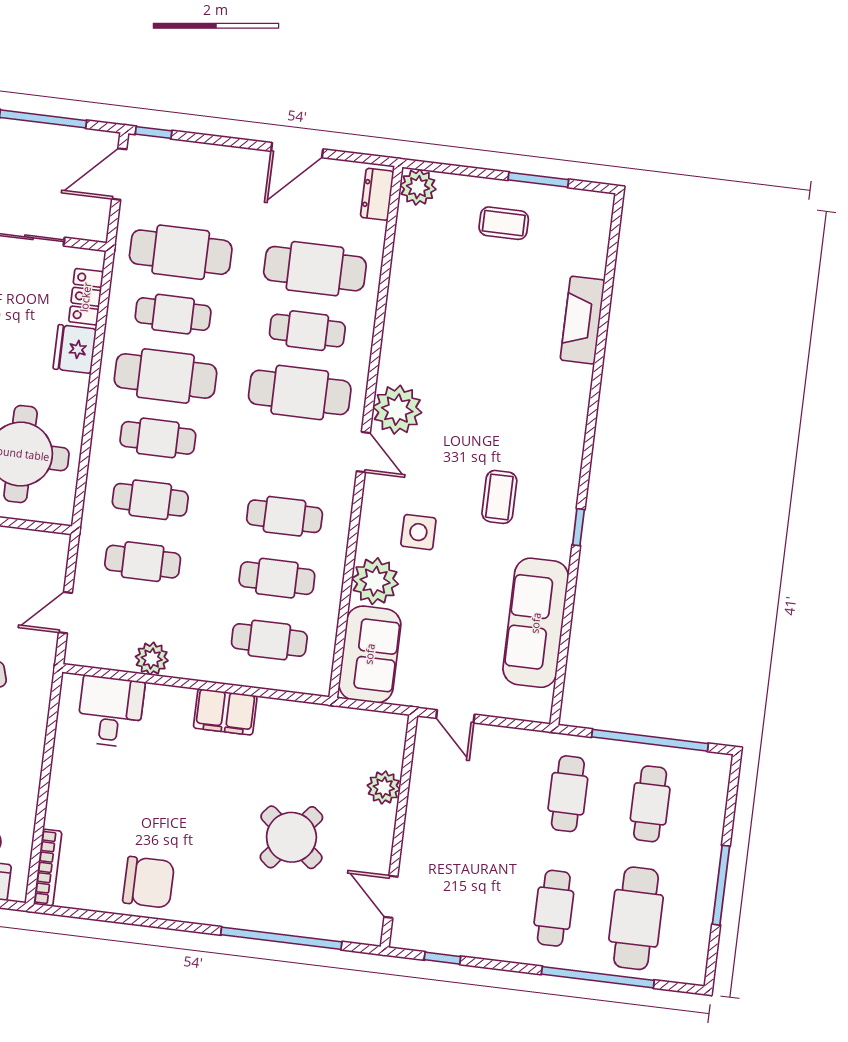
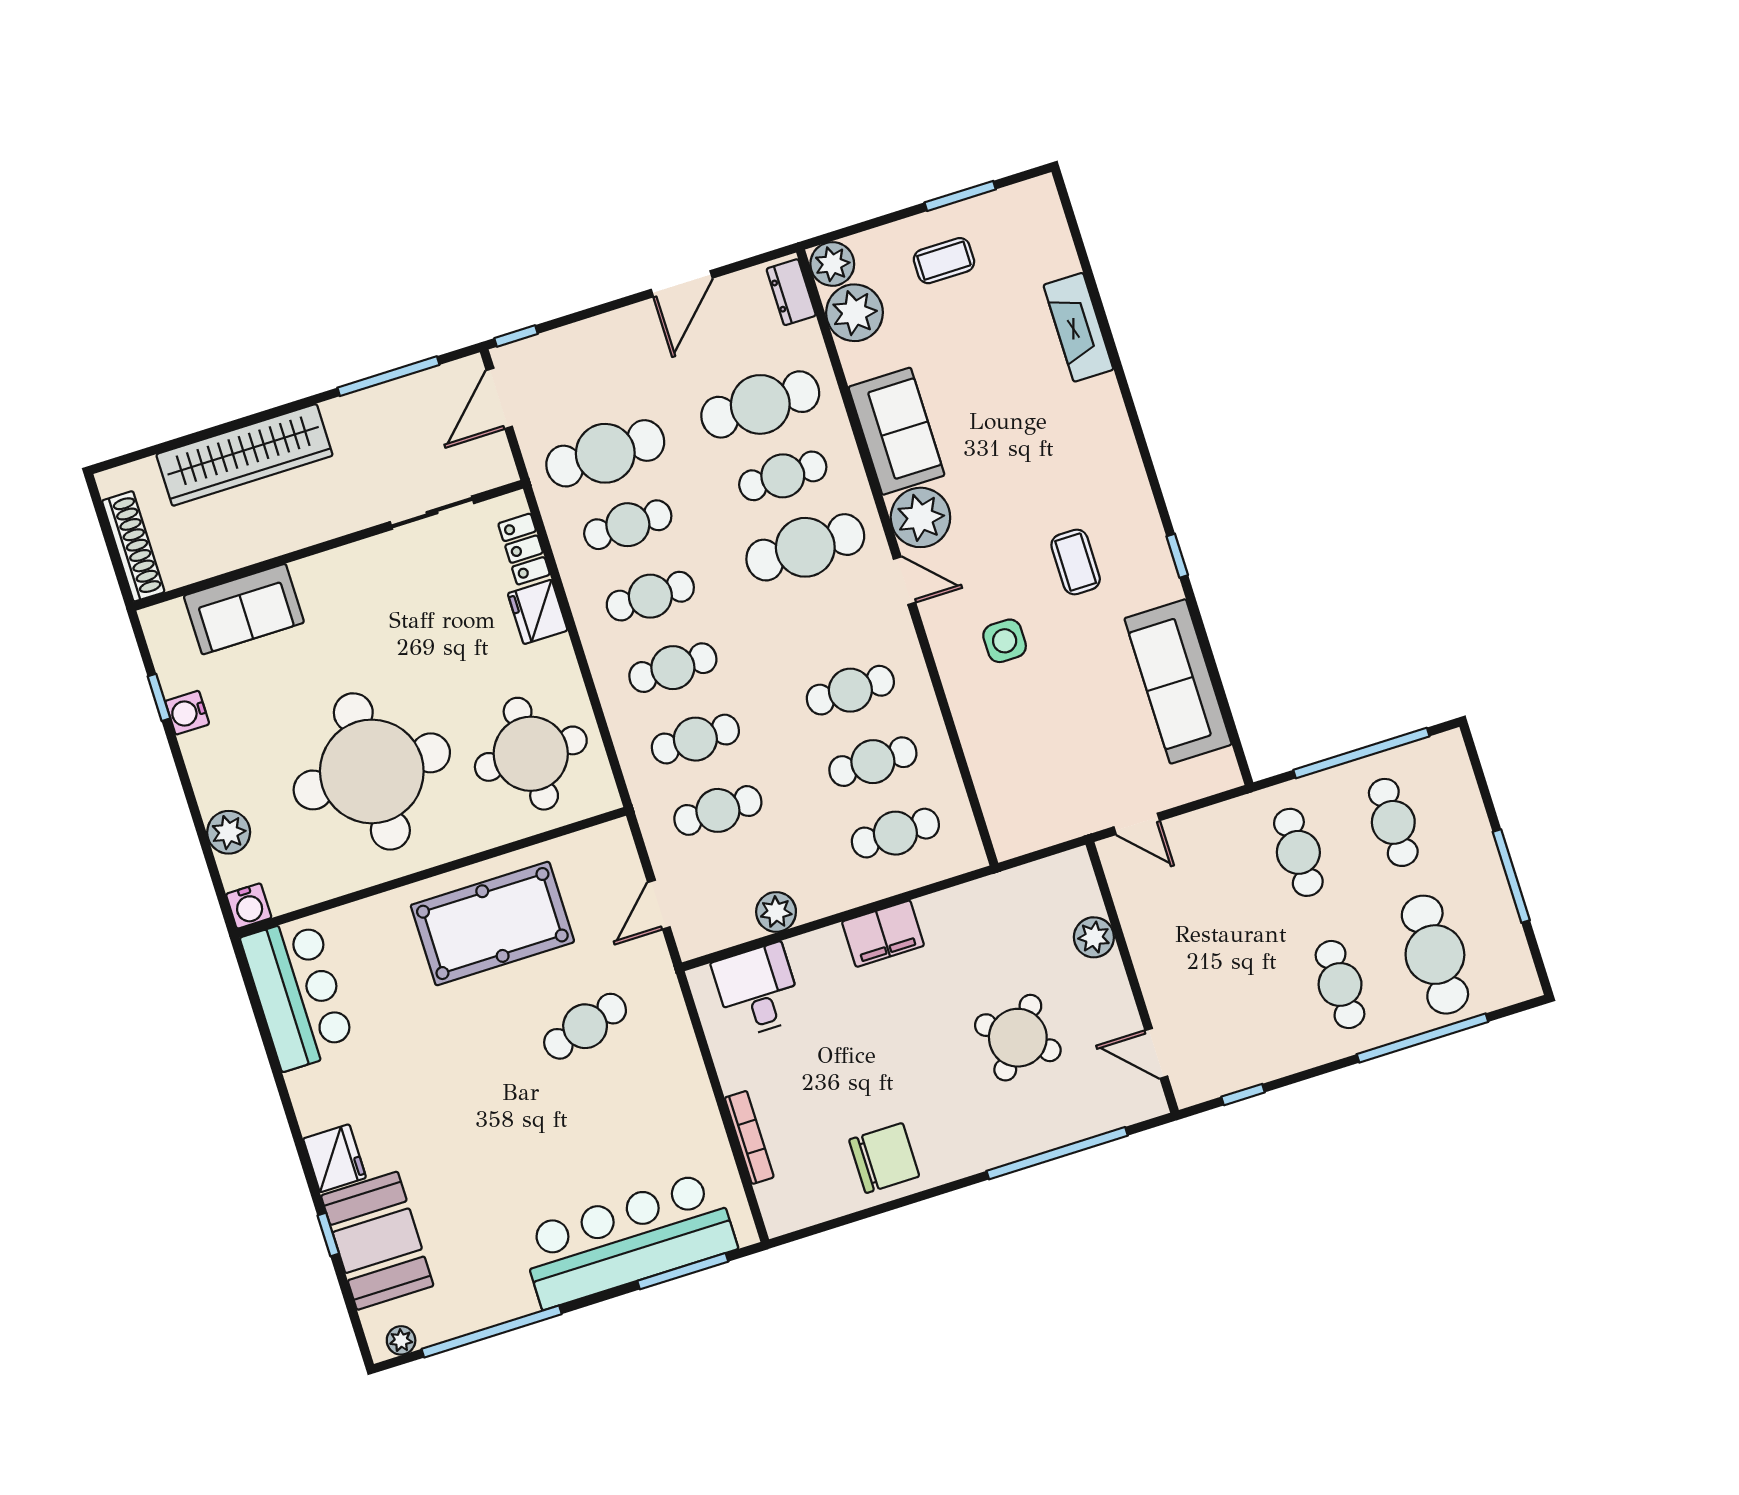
cafe table: (165, 376) -> (650, 596), width x0.73, depth x0.74
plant: (375, 581) -> (854, 313), moved
sofa: (370, 654) -> (897, 431), moved
bookcase: (48, 868) -> (749, 1137), moved

